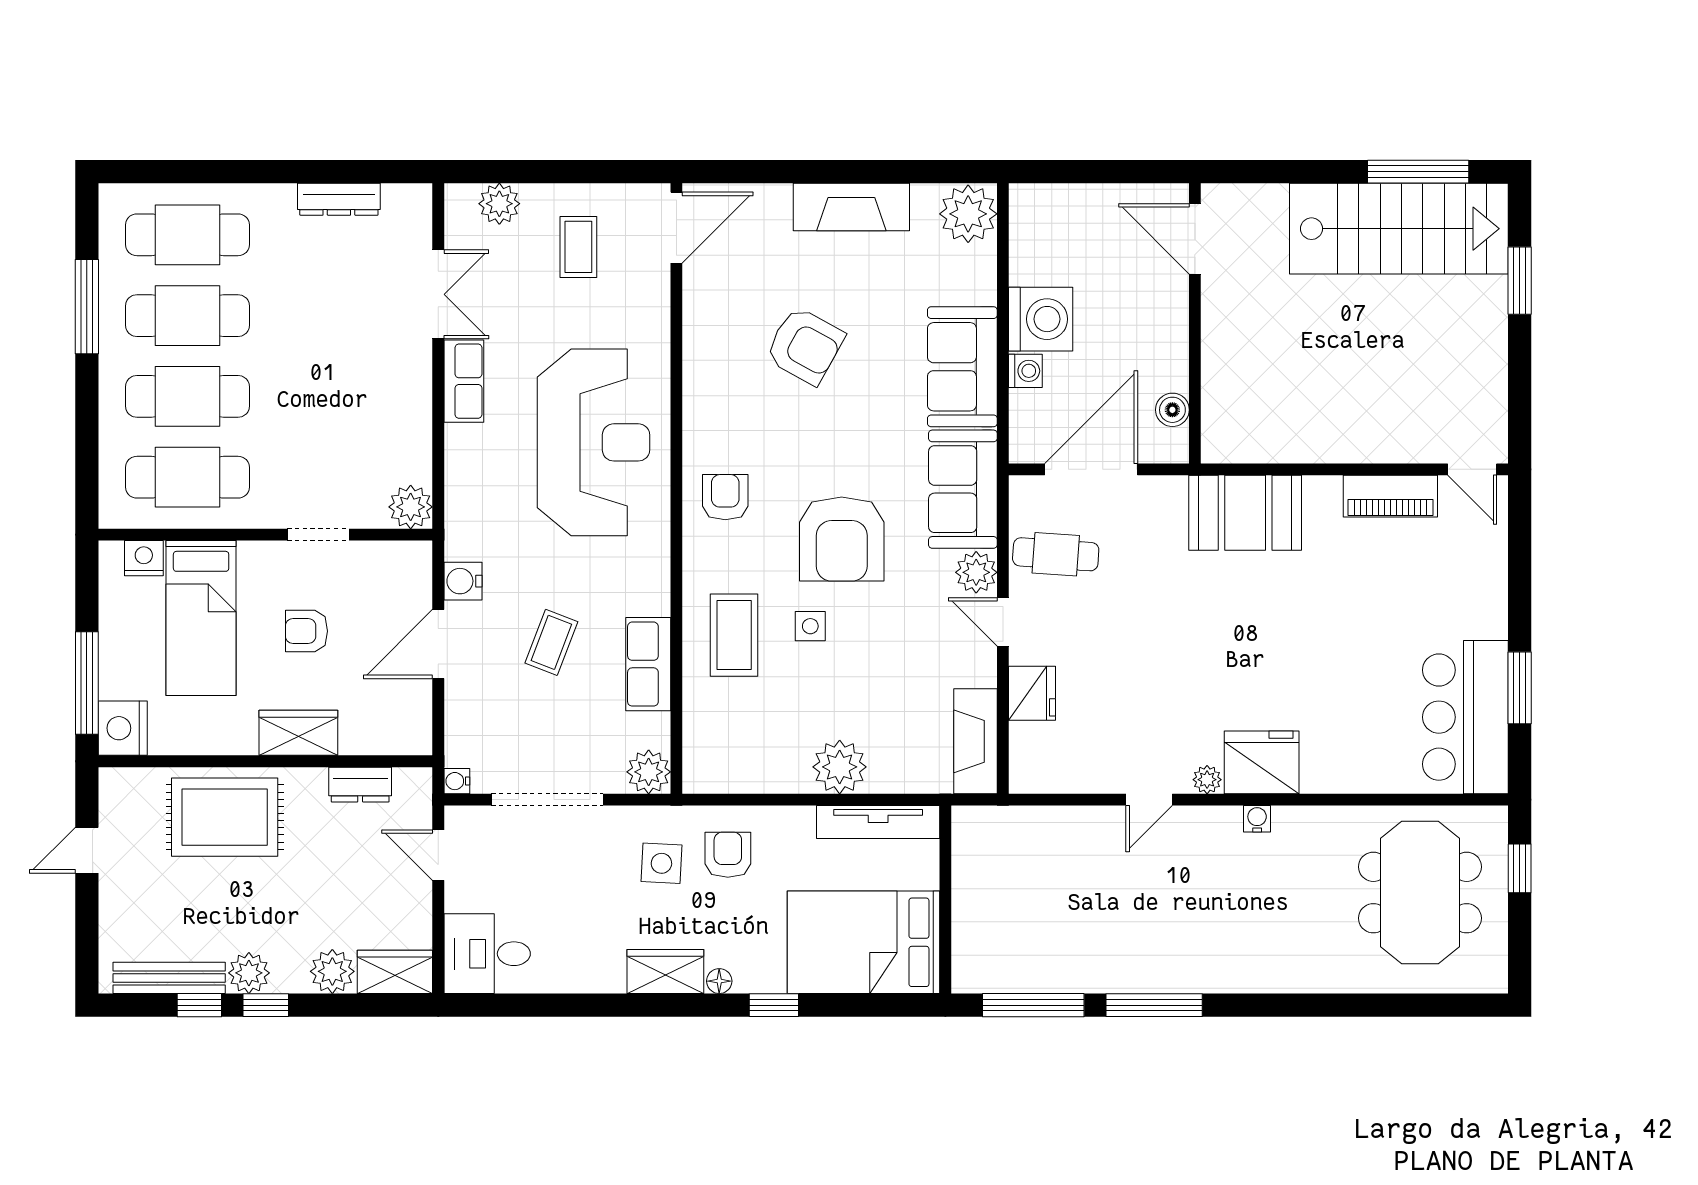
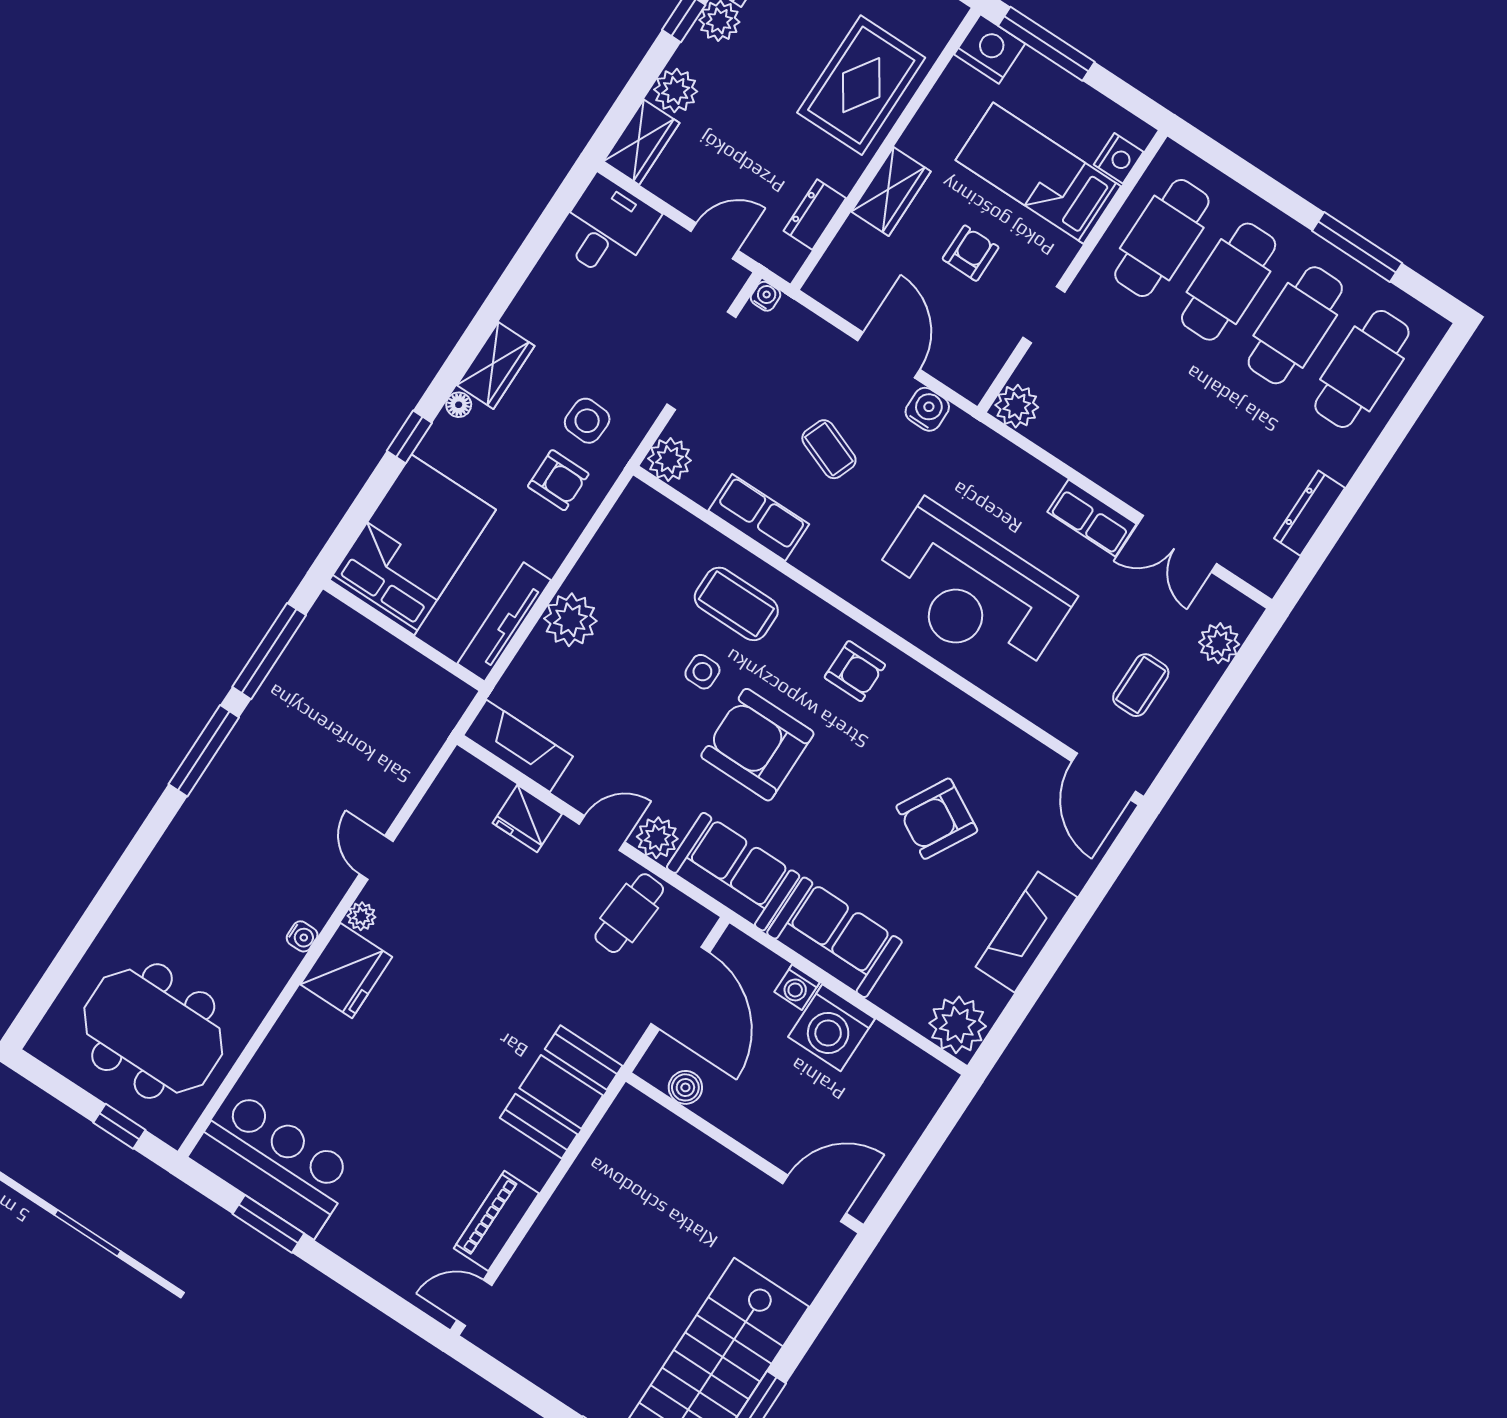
coffee table: (578, 247) -> (1141, 685), turned 90

